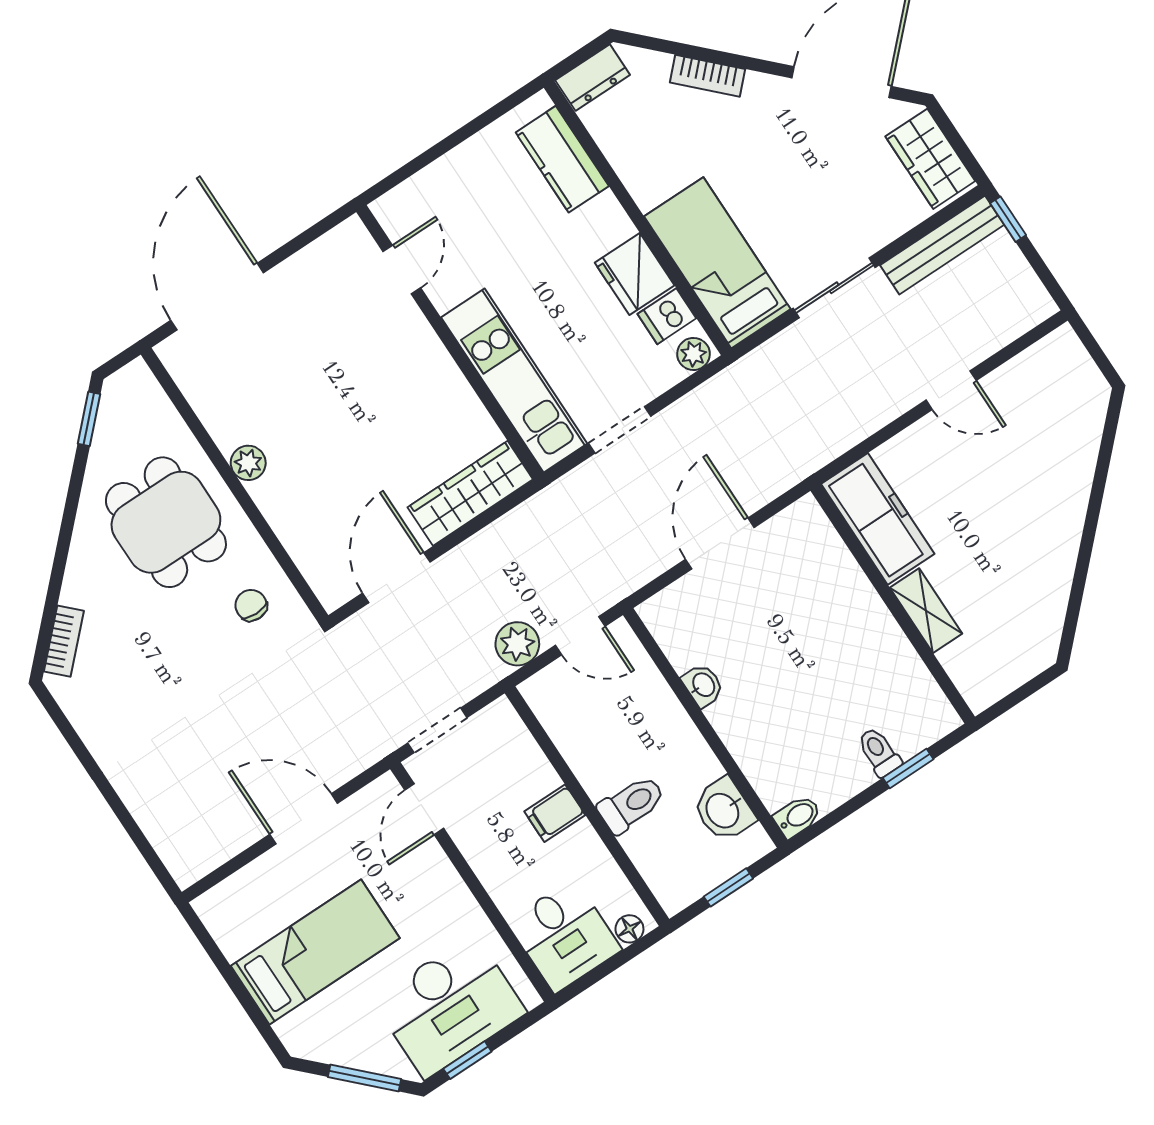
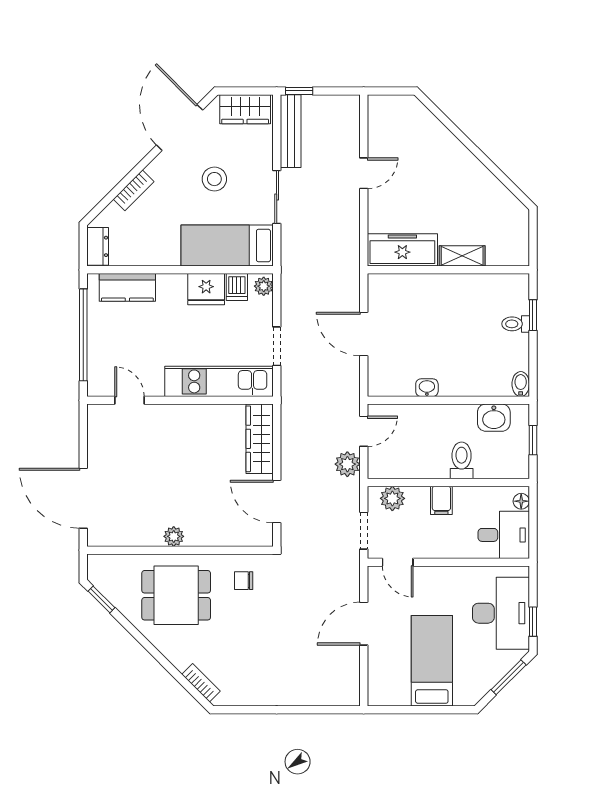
window: (452, 141) -> (83, 335), added
stool: (801, 181) -> (214, 179), added
plant: (511, 741) -> (392, 498), added

